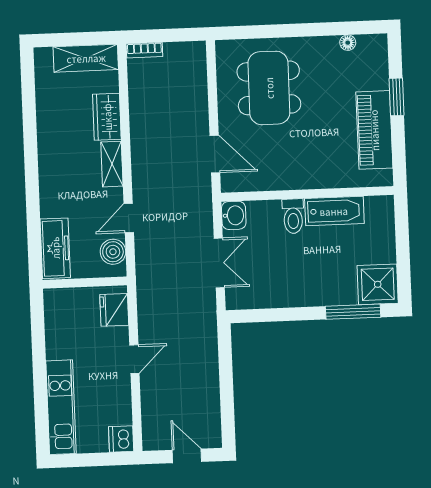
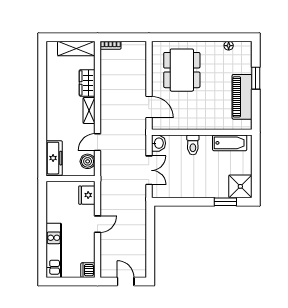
bathtub: (334, 211) -> (230, 143), moved
window: (353, 312) -> (225, 202), width x0.69

